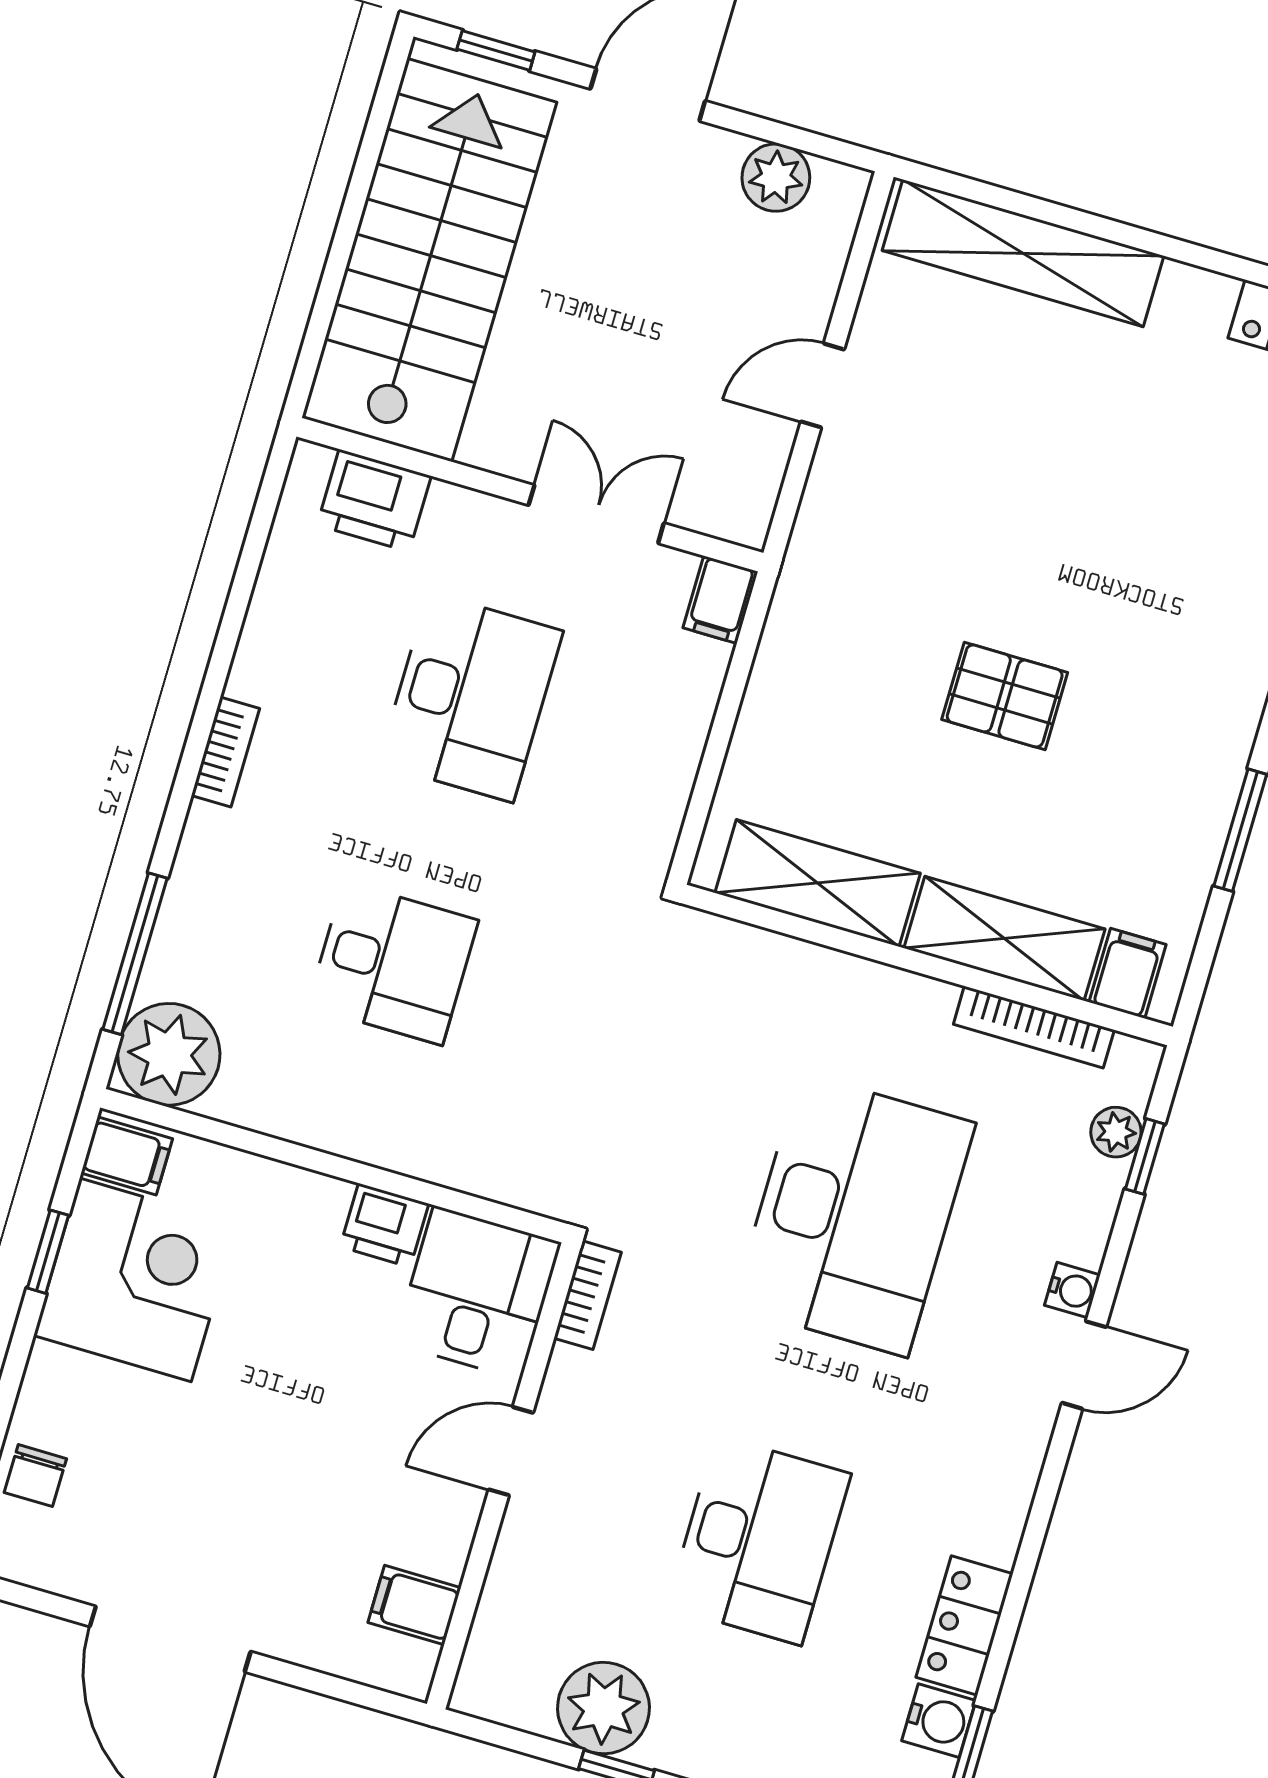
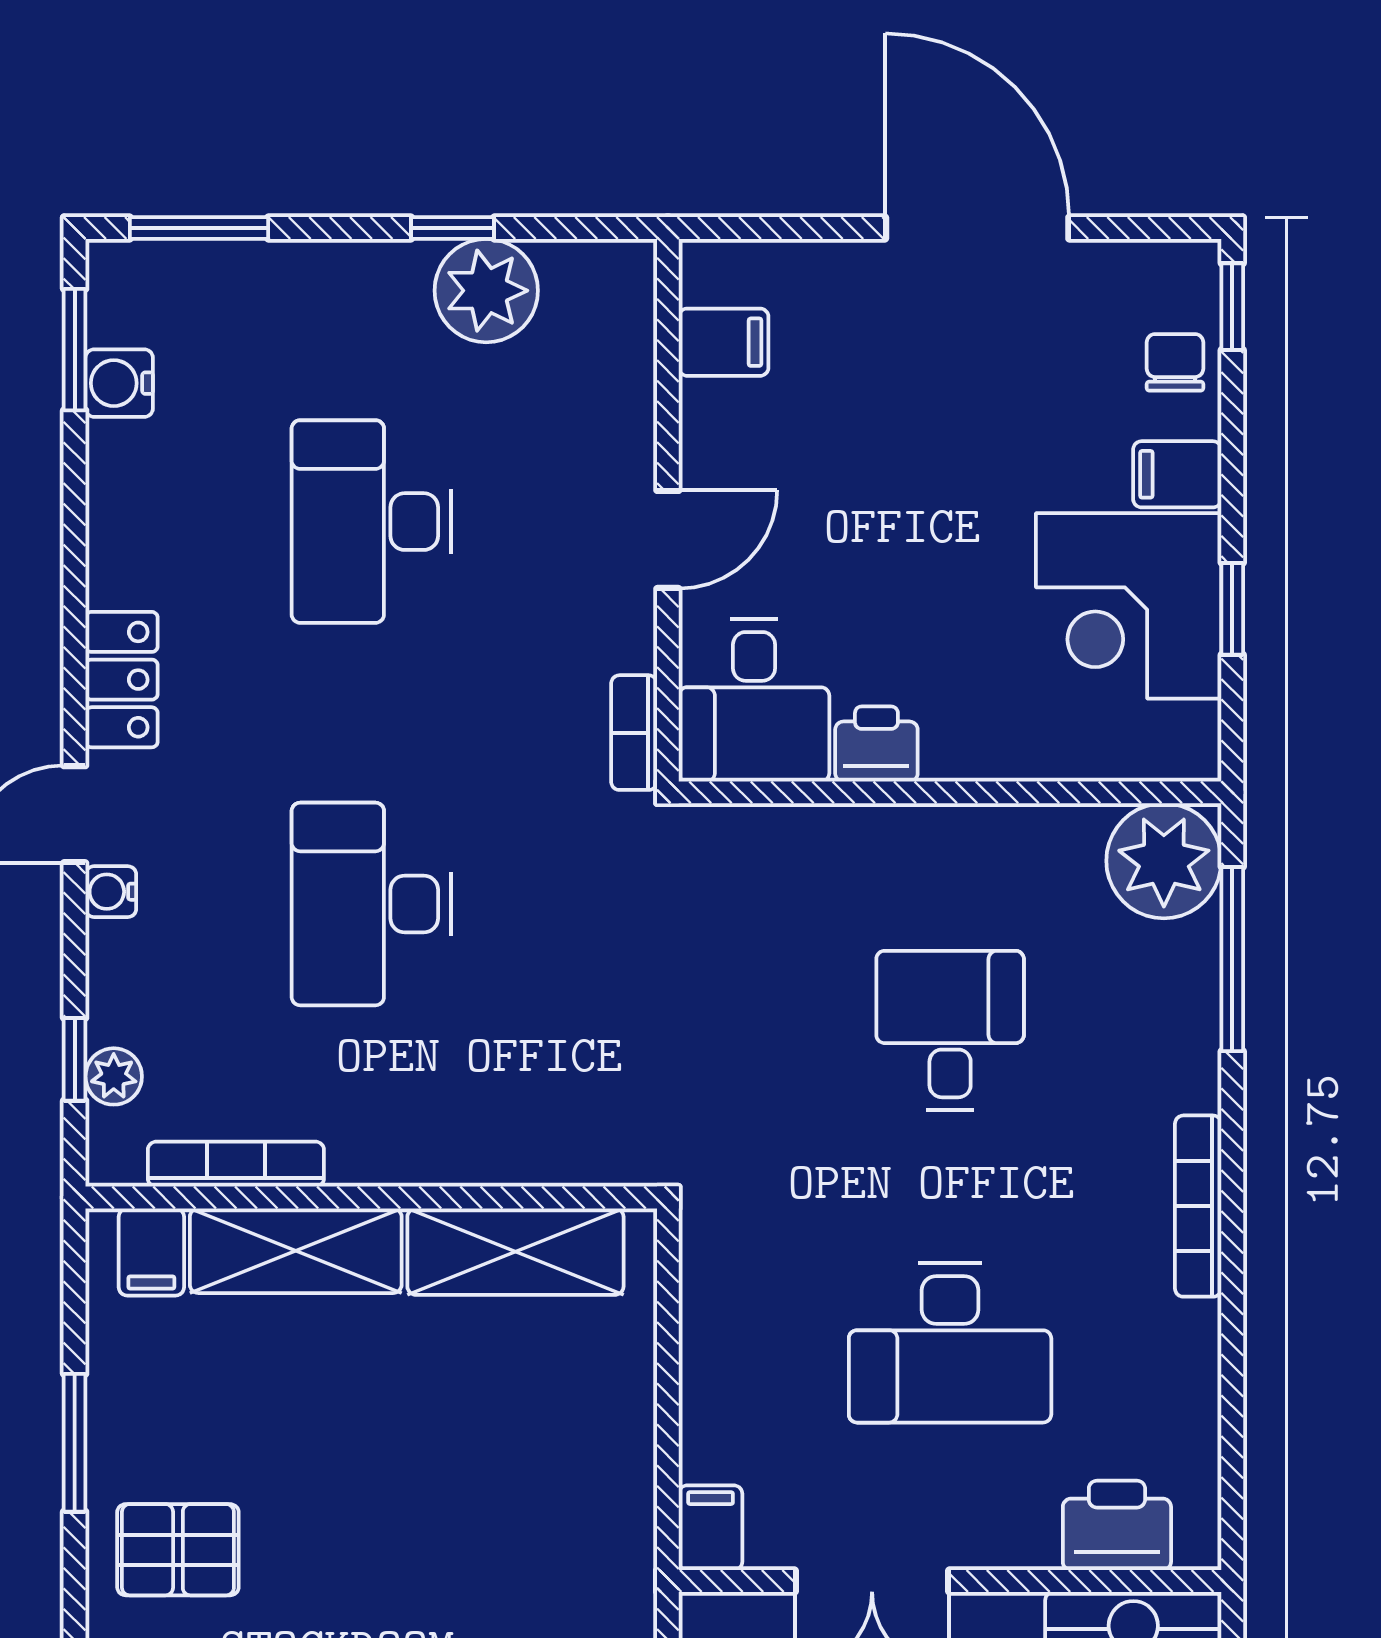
pallet: (1005, 696) -> (178, 1550), moved
desk: (471, 697) -> (950, 1343), turned -90
bookcase: (226, 752) -> (1198, 1206), width x1.56
desk: (393, 963) -> (950, 1030), turned 90
filing cabinet: (127, 1156) -> (1177, 474), moved
desk: (854, 1215) -> (371, 904), width x0.73, depth x0.77
locker: (964, 1626) -> (122, 680), moved

